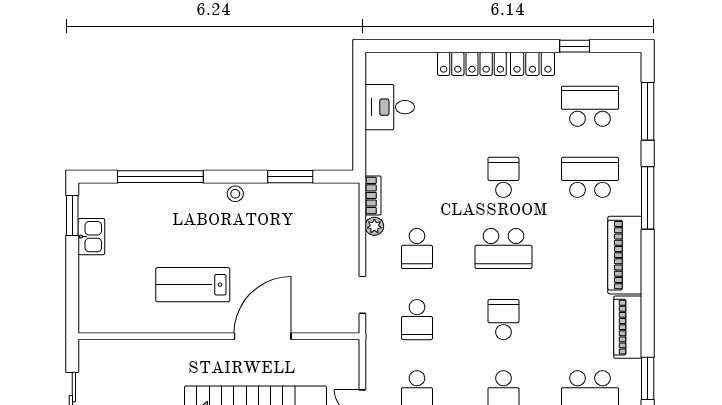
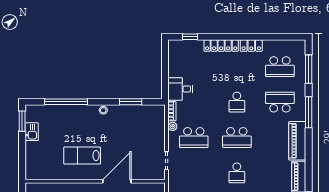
window: (575, 46) -> (190, 37), moved
school desk: (590, 106) -> (280, 67), turned 180
desk: (390, 107) -> (180, 89), moved
school desk: (503, 177) -> (237, 102), turned 180
school desk: (417, 248) -> (194, 137), width x1.85
school desk: (417, 320) -> (194, 173), removed
school desk: (503, 320) -> (237, 173), turned 180

